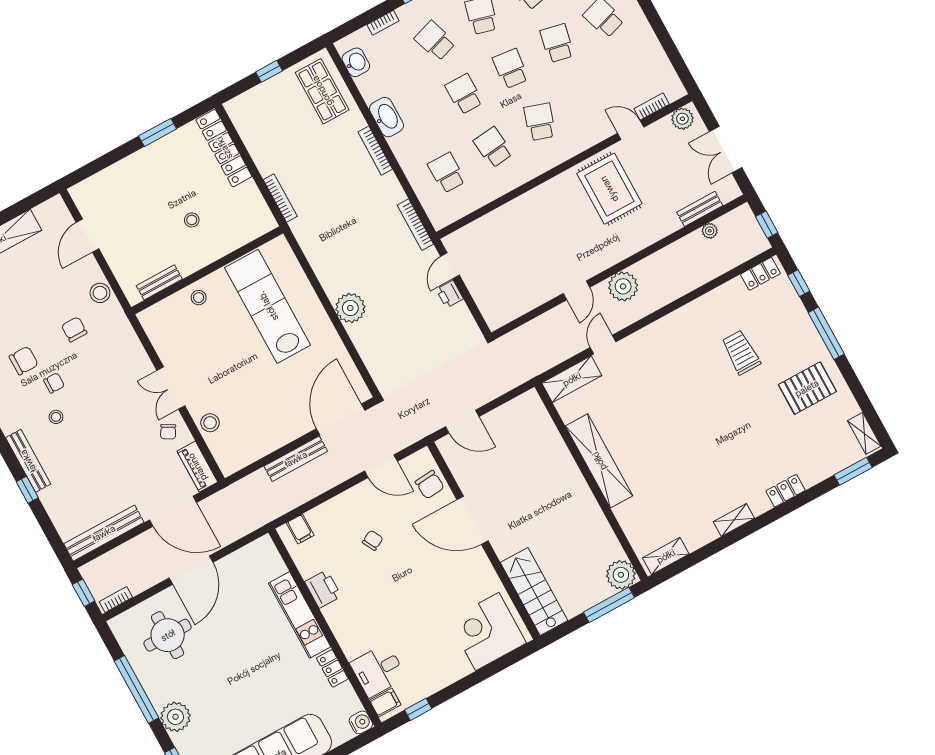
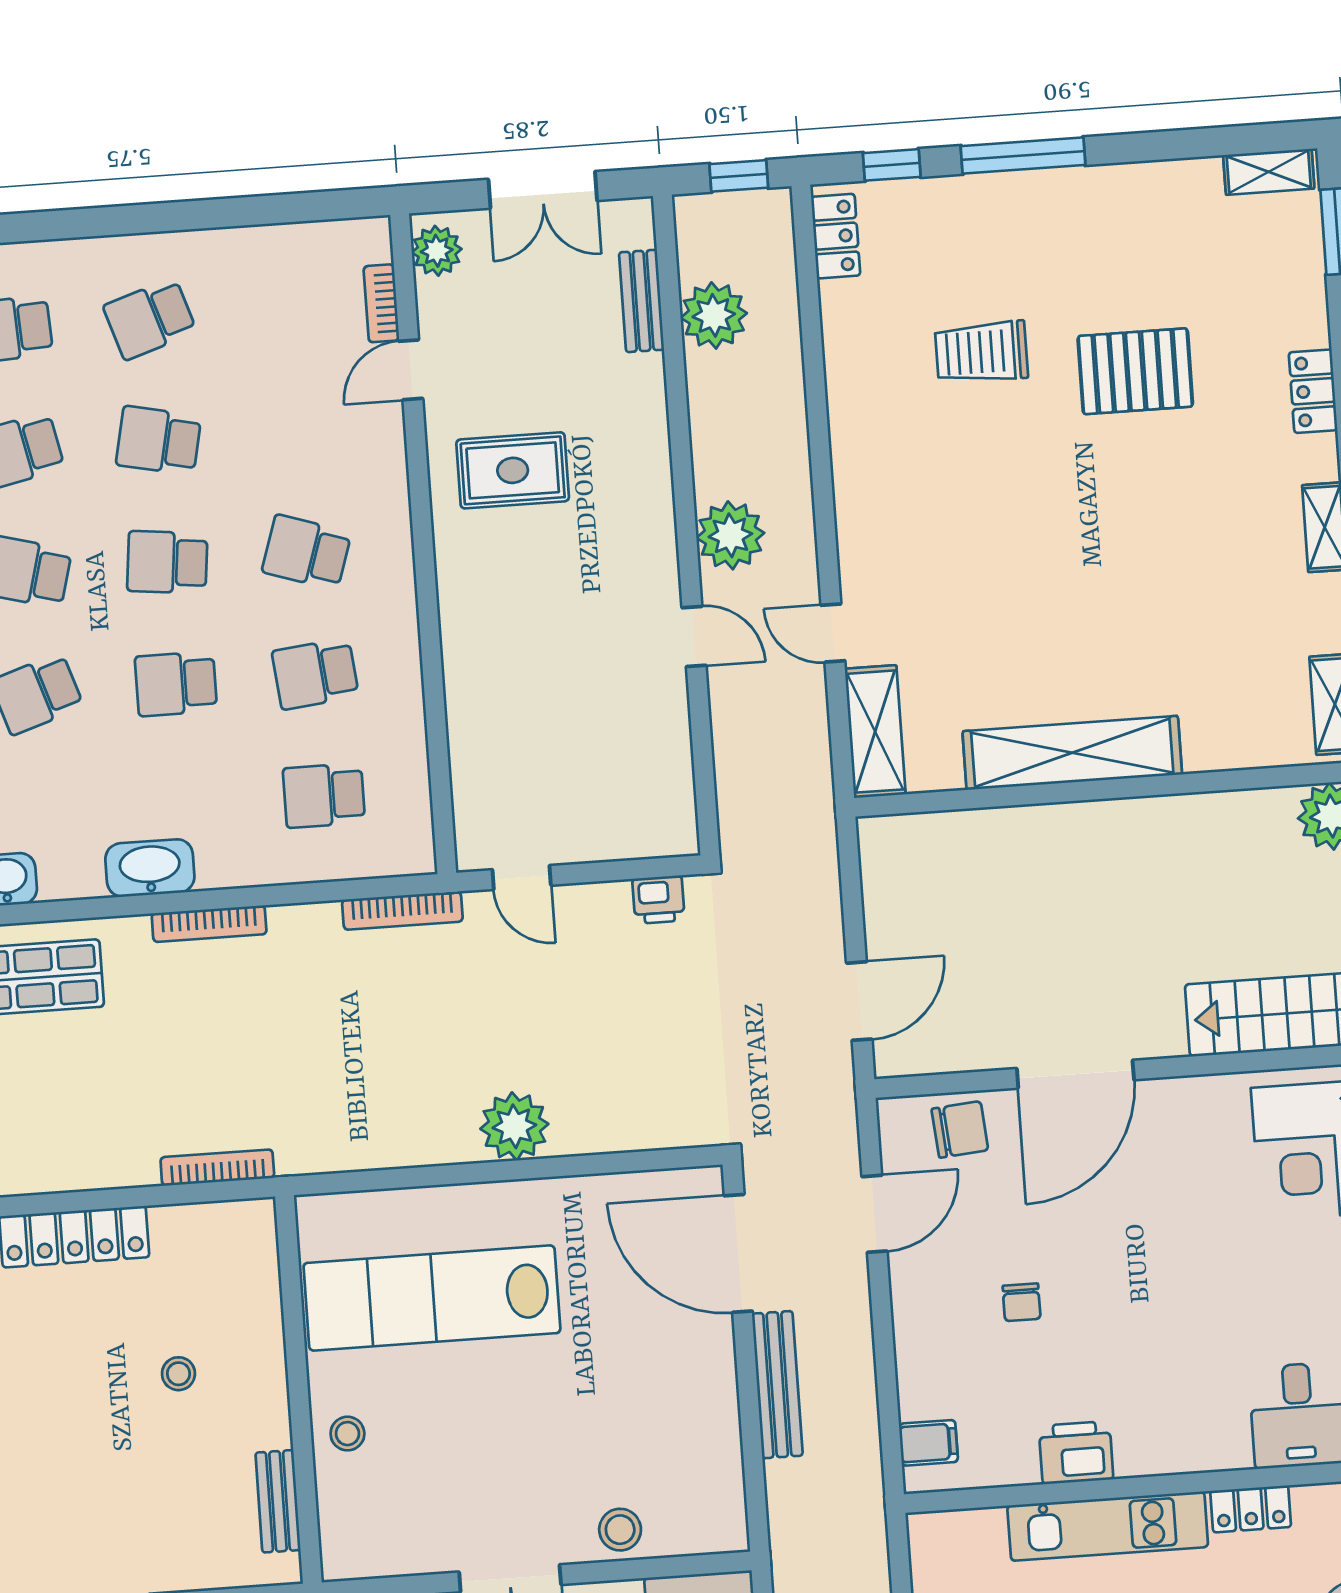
rug: (609, 189) -> (513, 470), width x0.73, depth x0.70
plant: (710, 231) -> (714, 315), width x1.88, depth x1.88
printer: (450, 294) -> (658, 900), moved
pallet: (807, 388) -> (1135, 371), moved, turned 90
chair: (373, 540) -> (1022, 1302), turned -152

